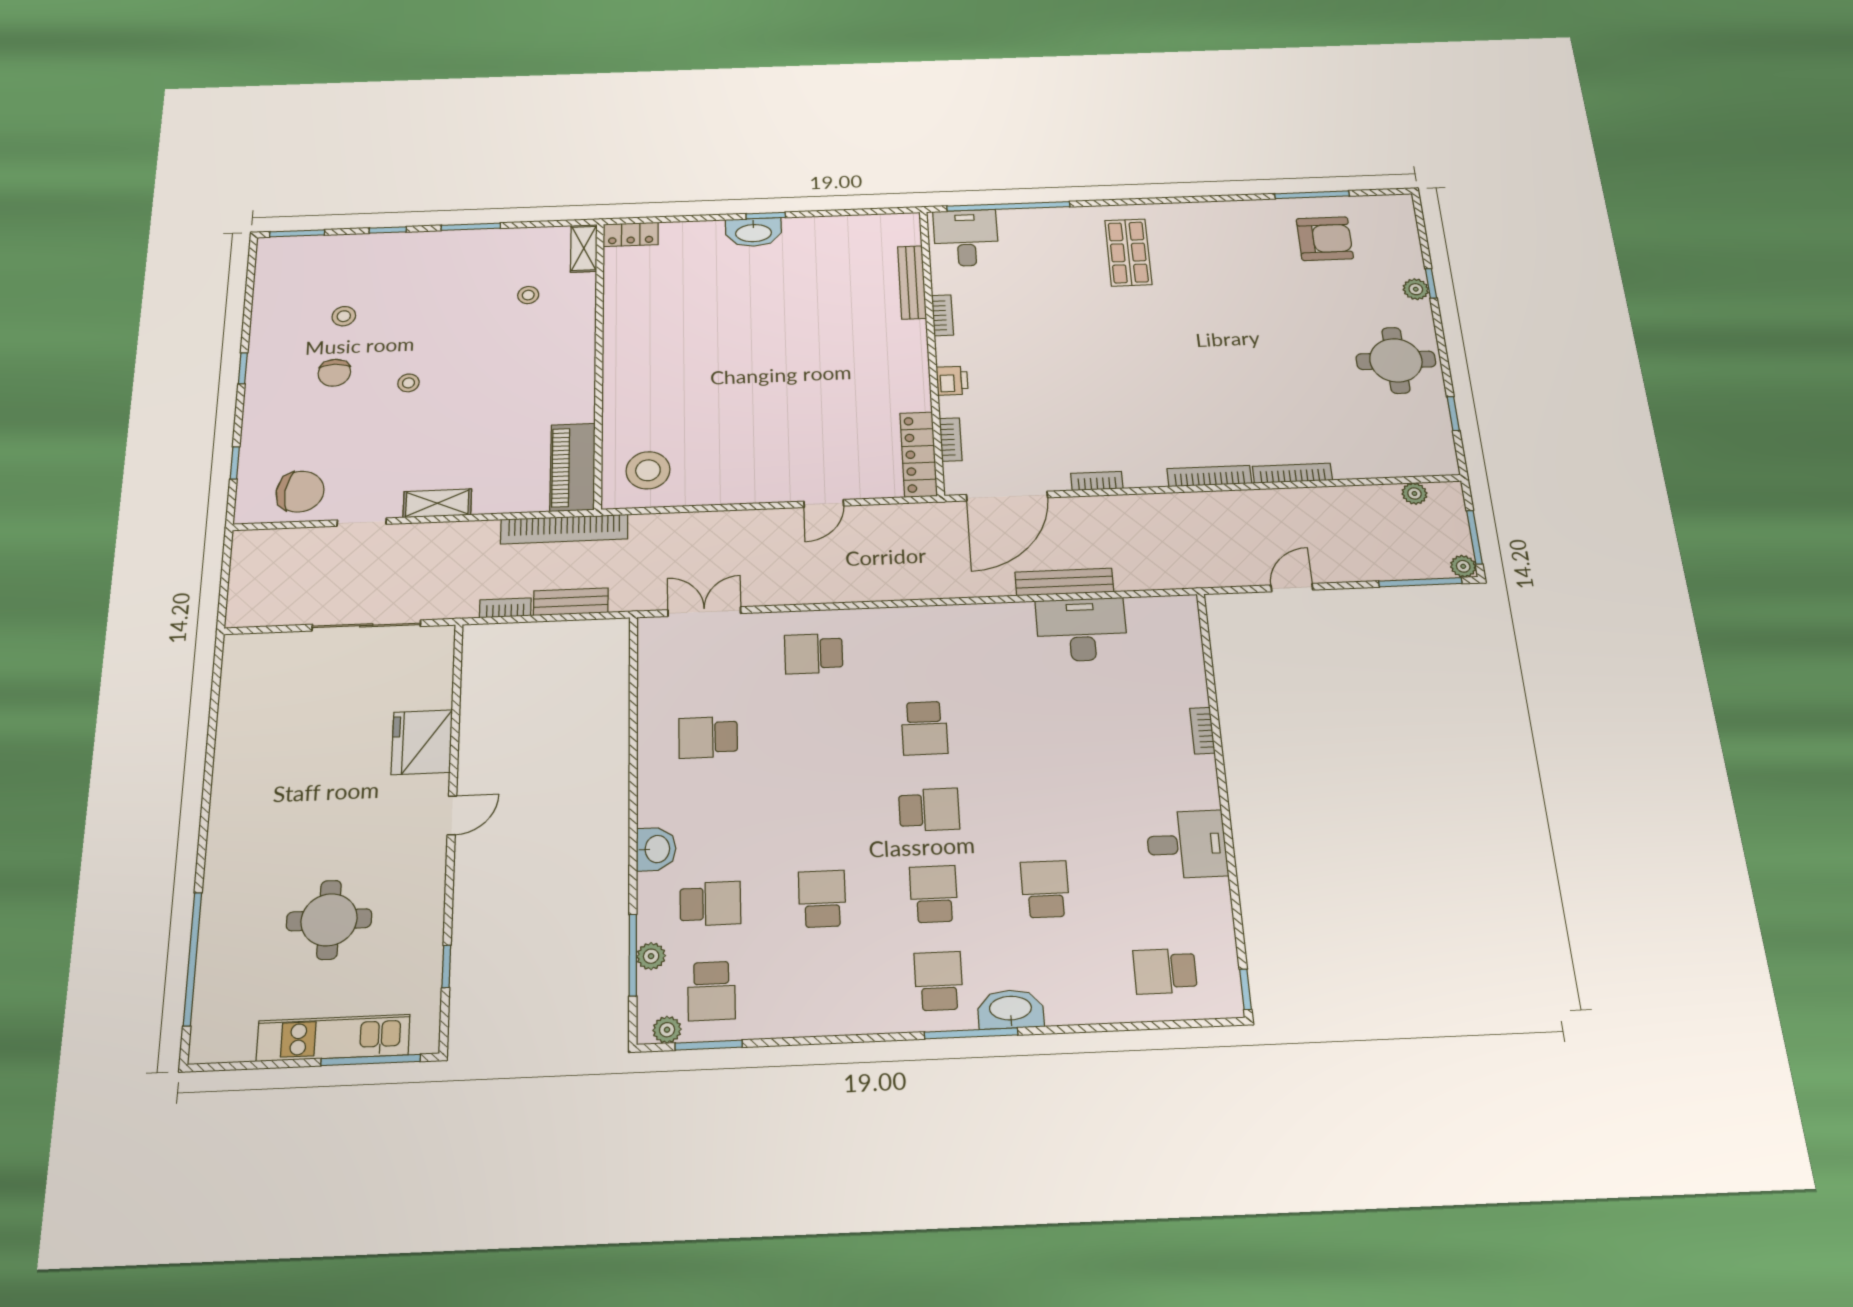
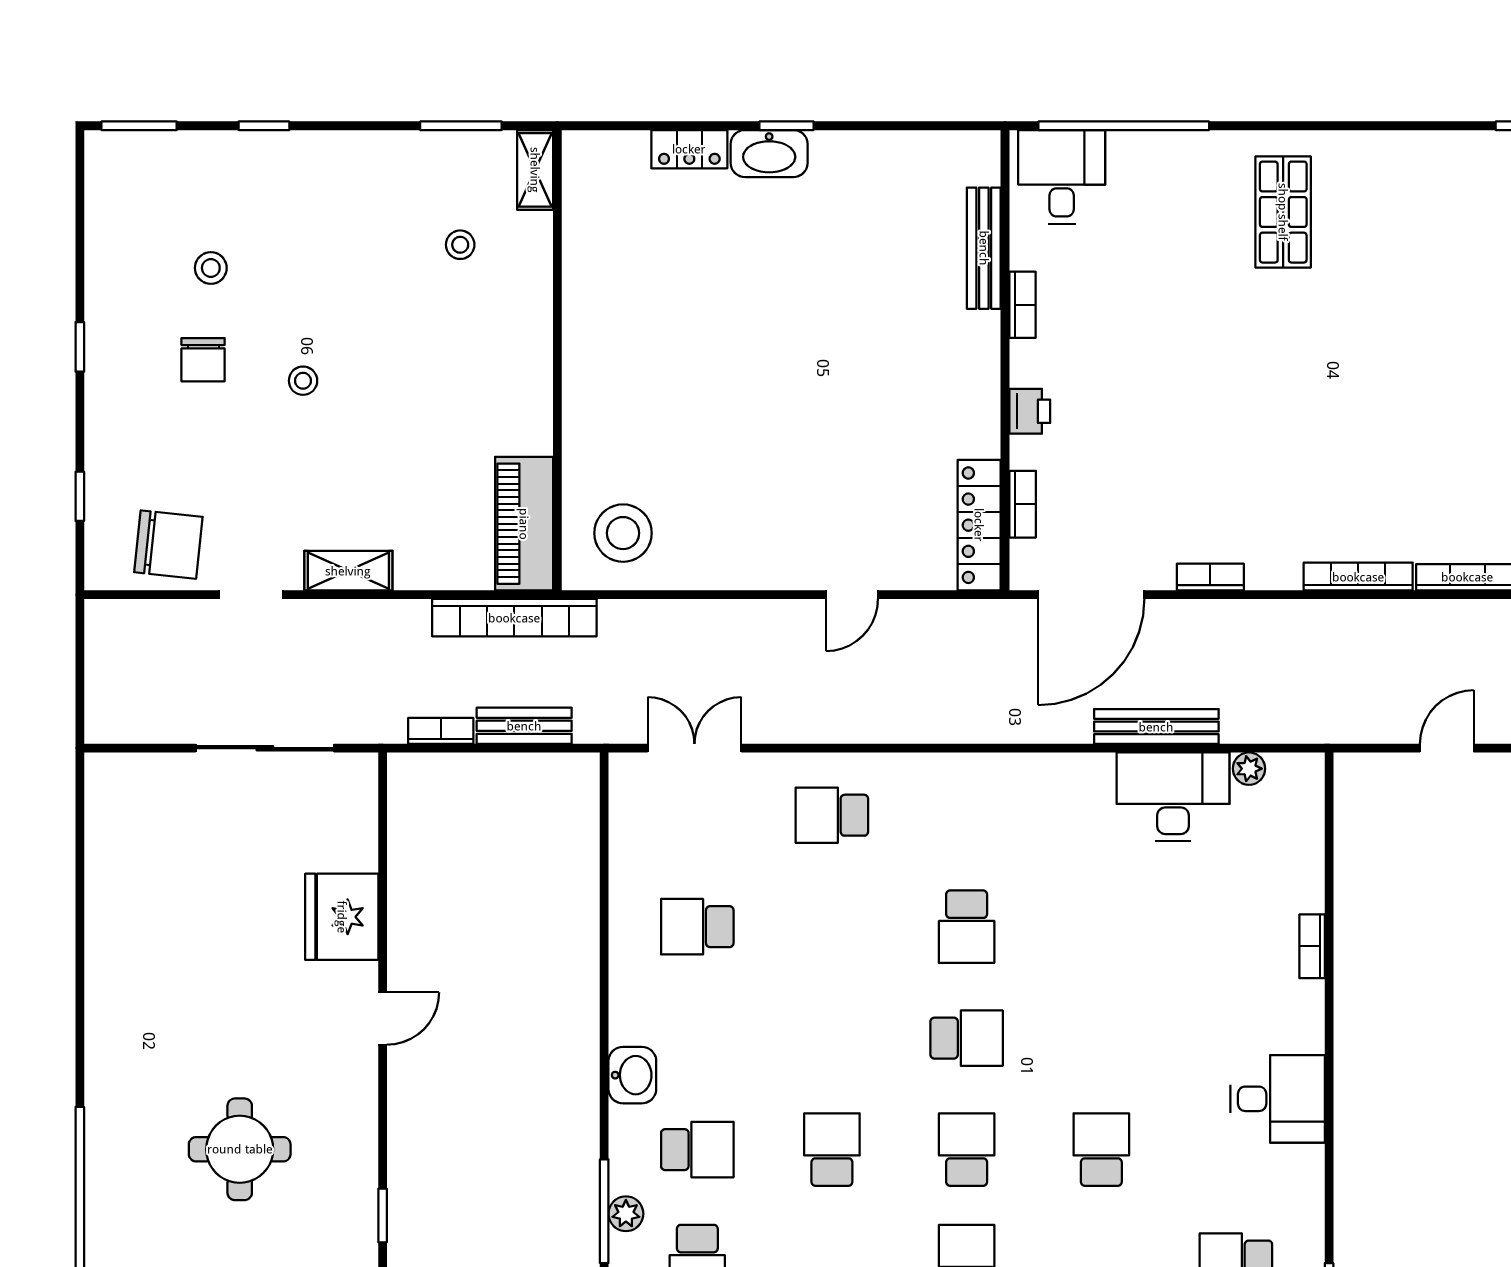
window: (471, 227) -> (461, 126), moved
locker: (631, 234) -> (689, 149), moved
plant: (1139, 608) -> (1249, 769), added

